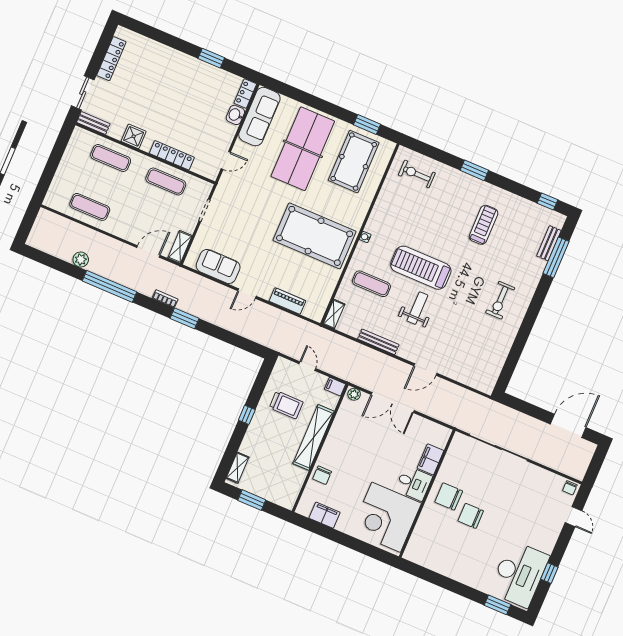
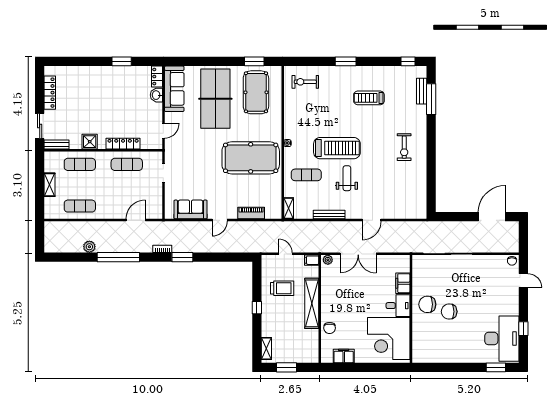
treadmill: (484, 225) -> (369, 98), turned -90
shelving: (180, 247) -> (50, 185), moved
treadmill: (421, 268) -> (337, 148), turned 180

